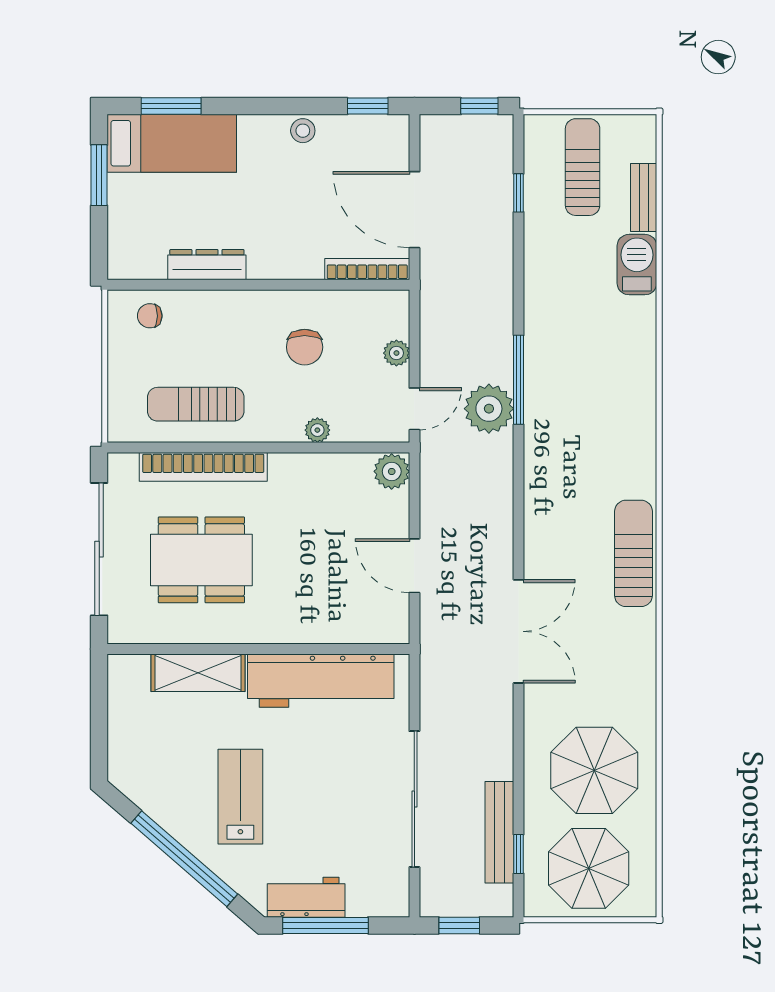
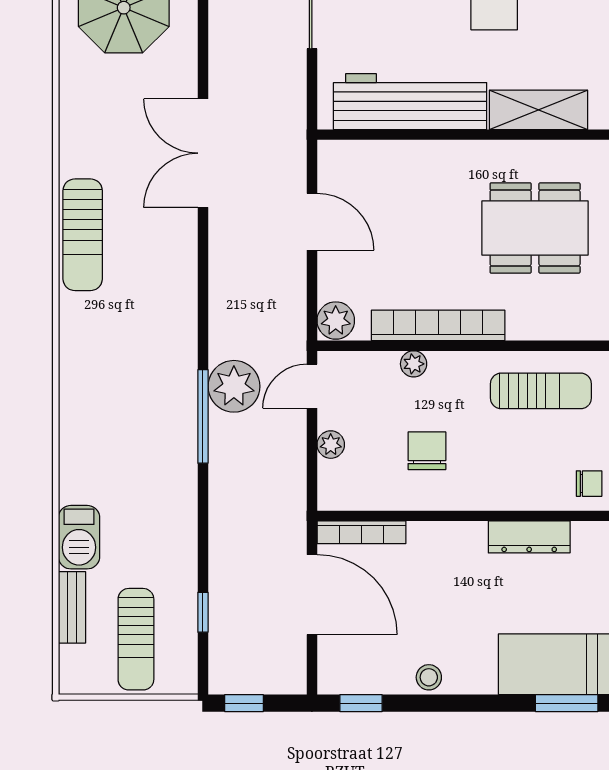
bookcase: (203, 467) -> (438, 325), moved

